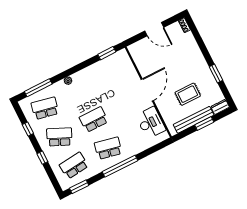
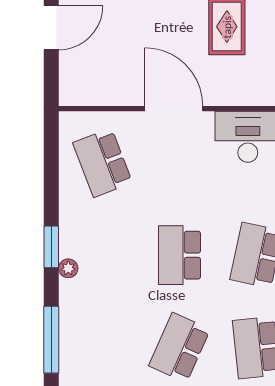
window: (107, 53) -> (51, 247), moved
school desk: (45, 108) -> (103, 163), moved, turned -33

